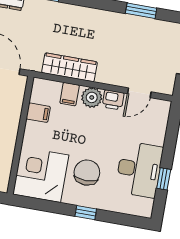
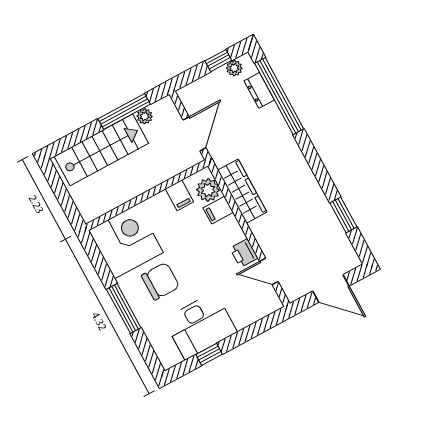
plant: (92, 97) -> (208, 190), moved
window: (86, 213) -> (124, 309), width x2.17

